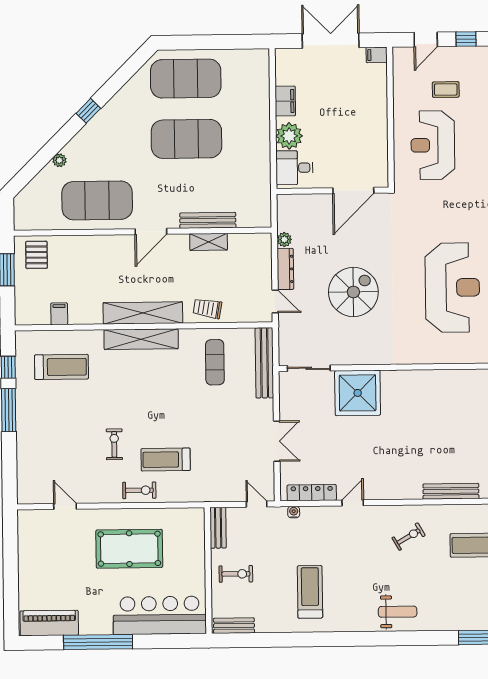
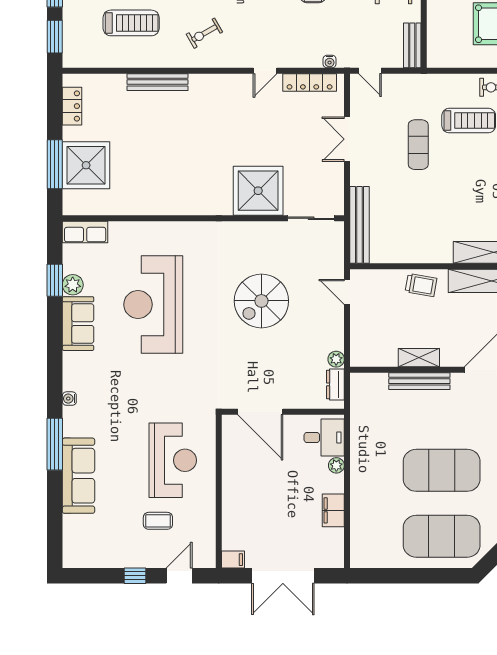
plant: (289, 136) -> (336, 465), width x0.53, depth x0.53
door: (353, 190) -> (260, 412), swing flipped
dresser: (285, 269) -> (335, 384), moved, width x0.70
exercise mat: (215, 362) -> (418, 145), moved

